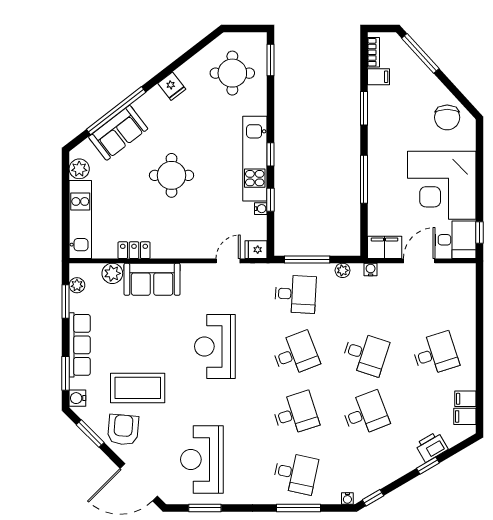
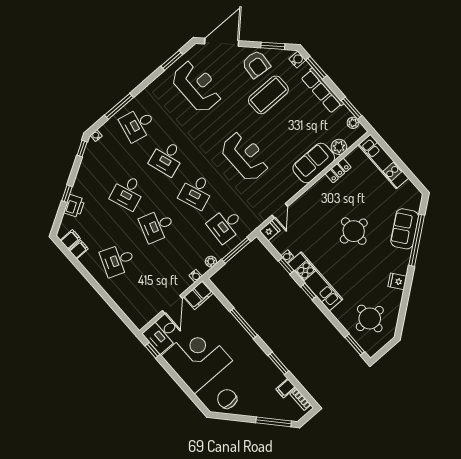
plant: (79, 169) -> (409, 189), removed
desk: (435, 354) -> (118, 260), turned 39

